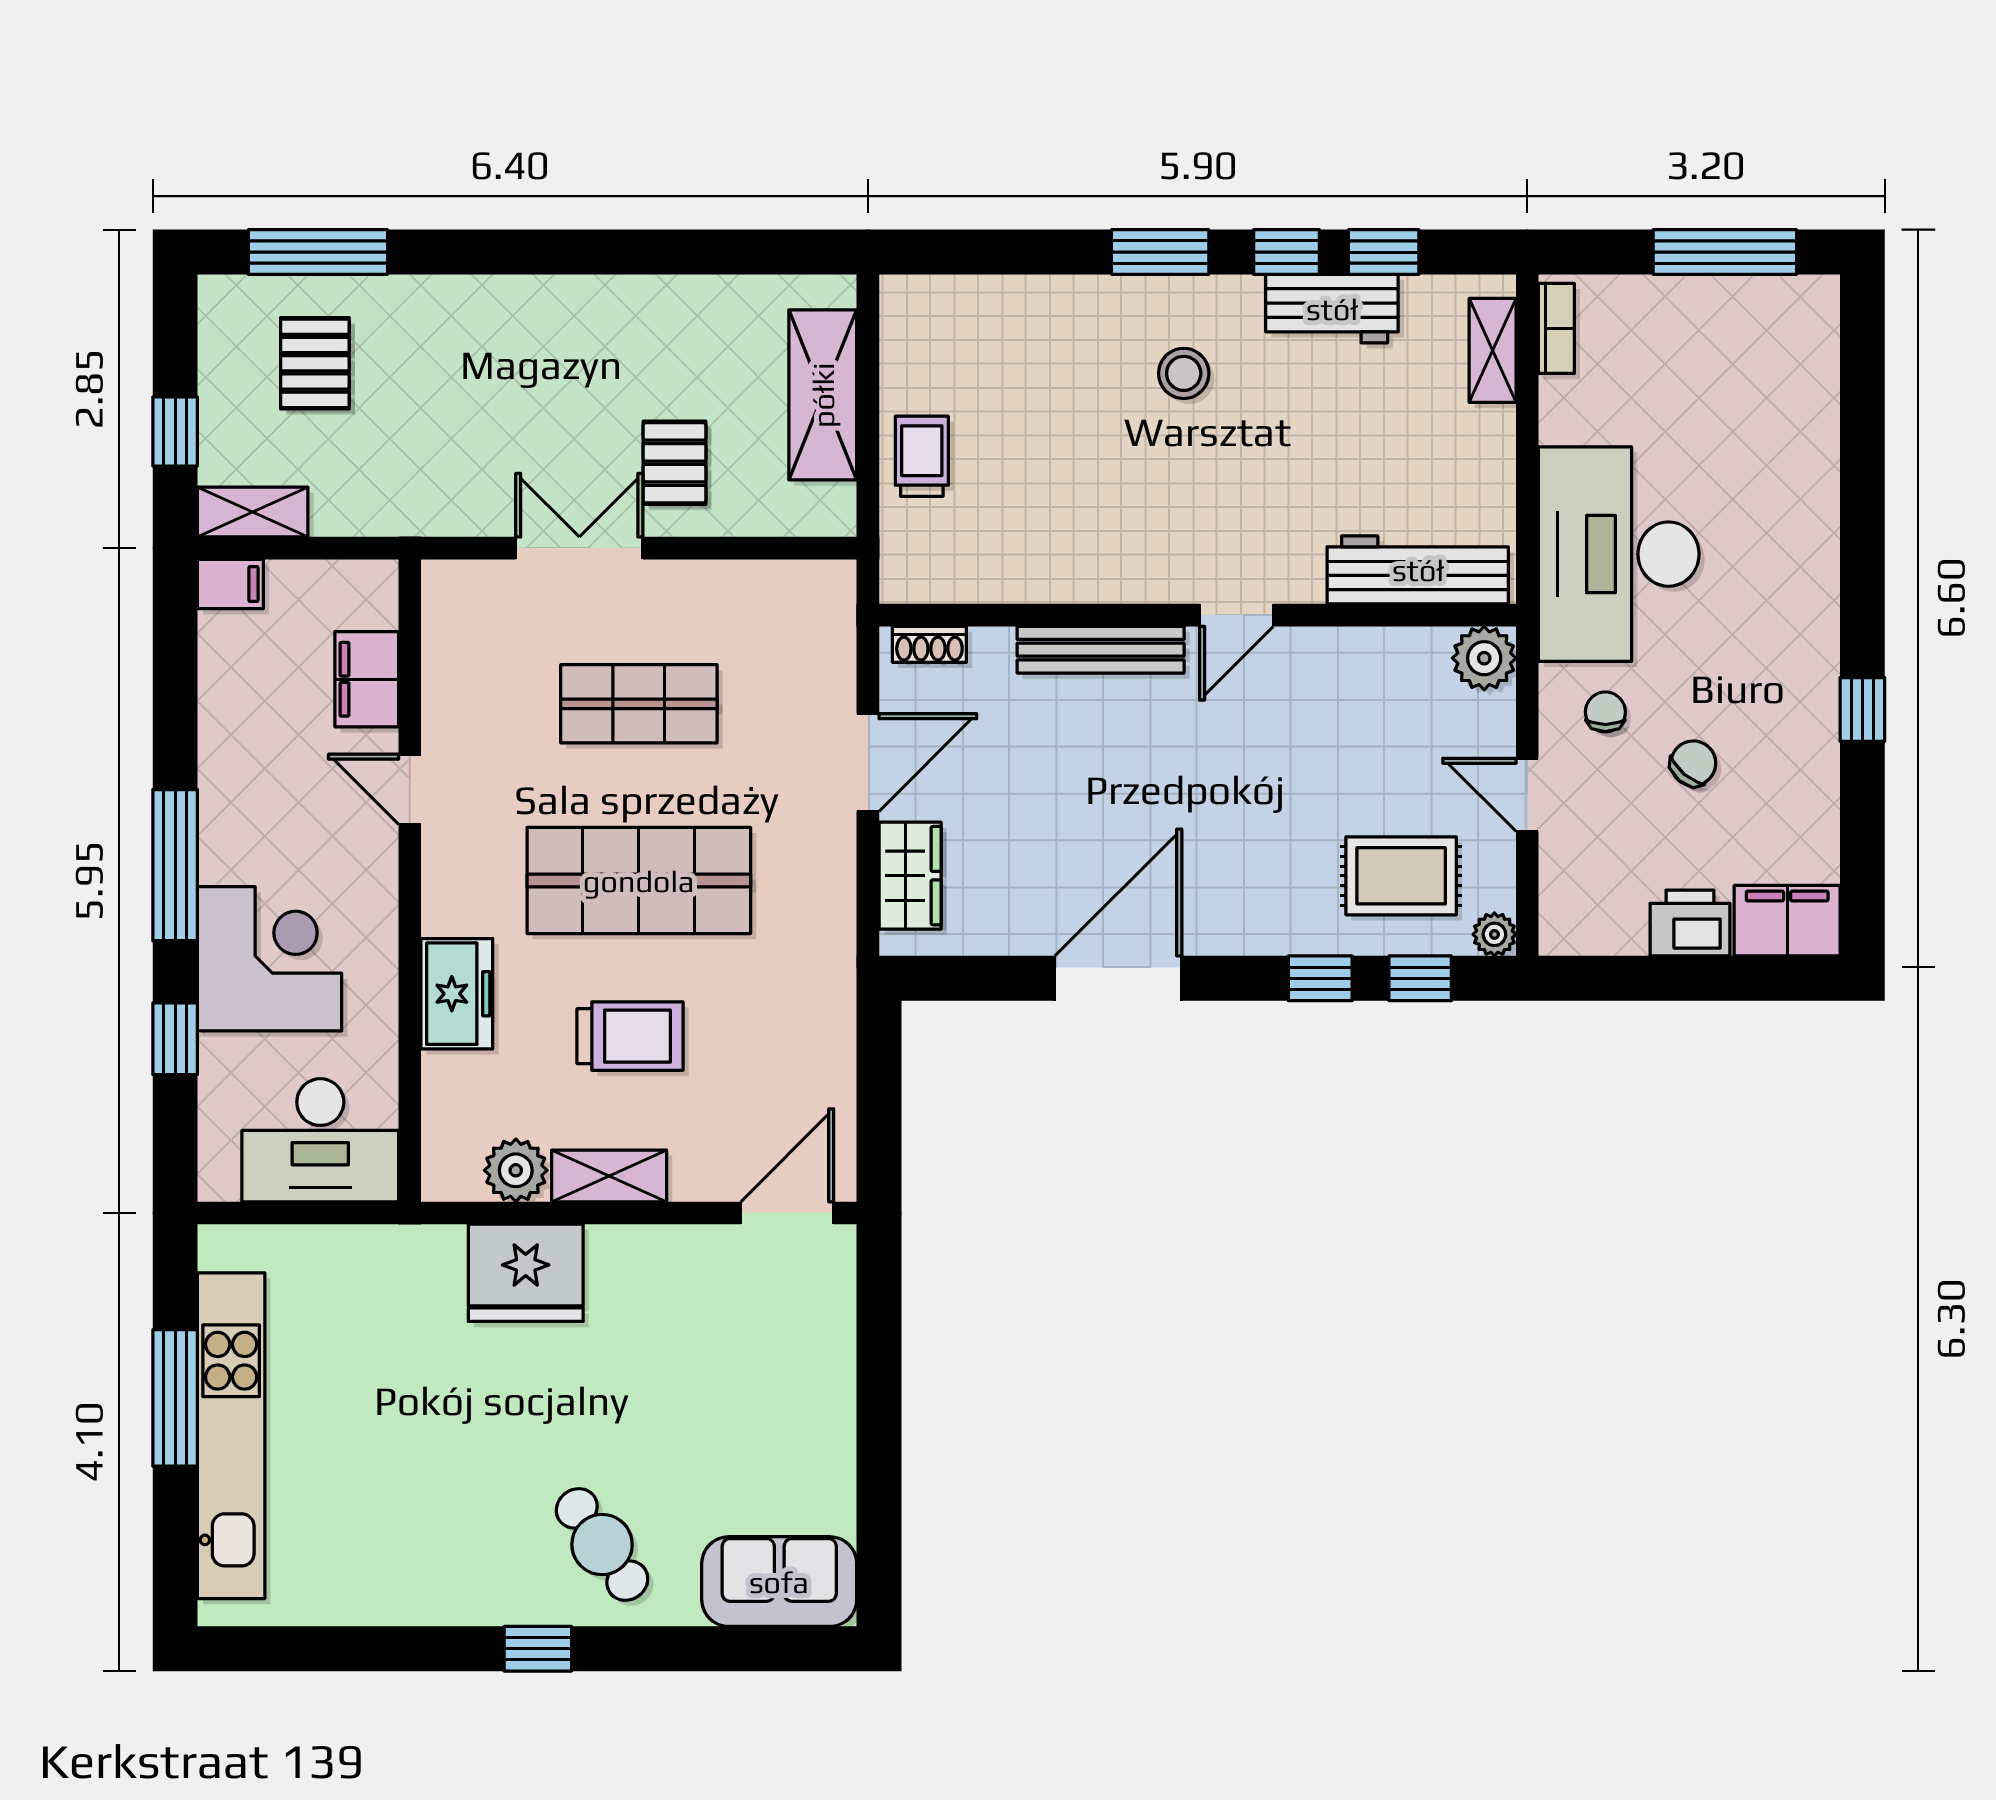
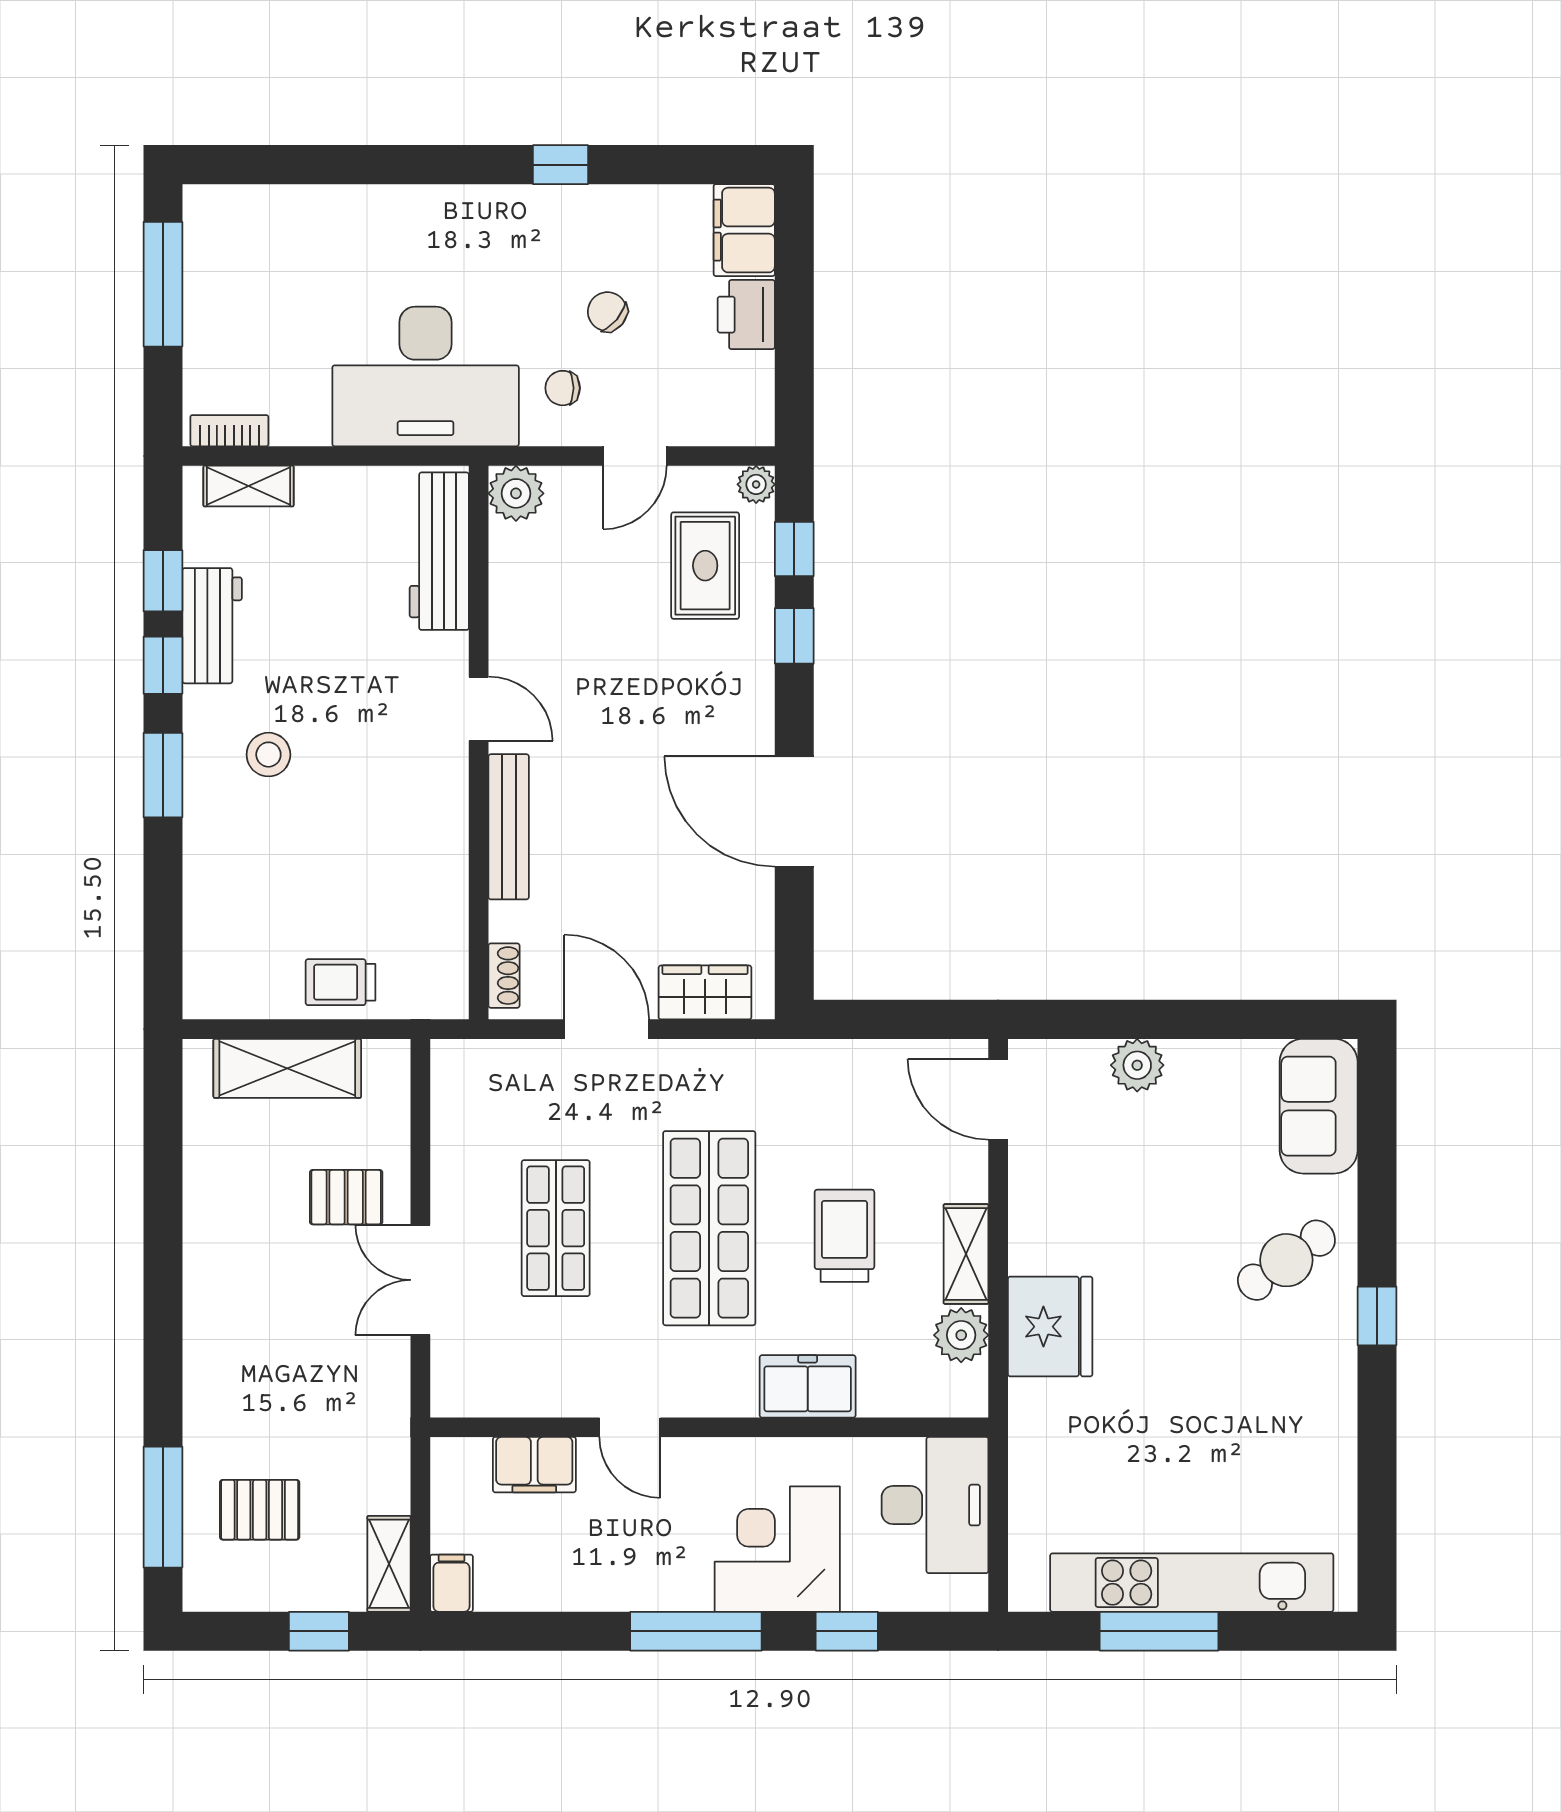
door: (410, 789) -> (630, 1427), hinge flipped
plant: (826, 1373) -> (1137, 1065), added

